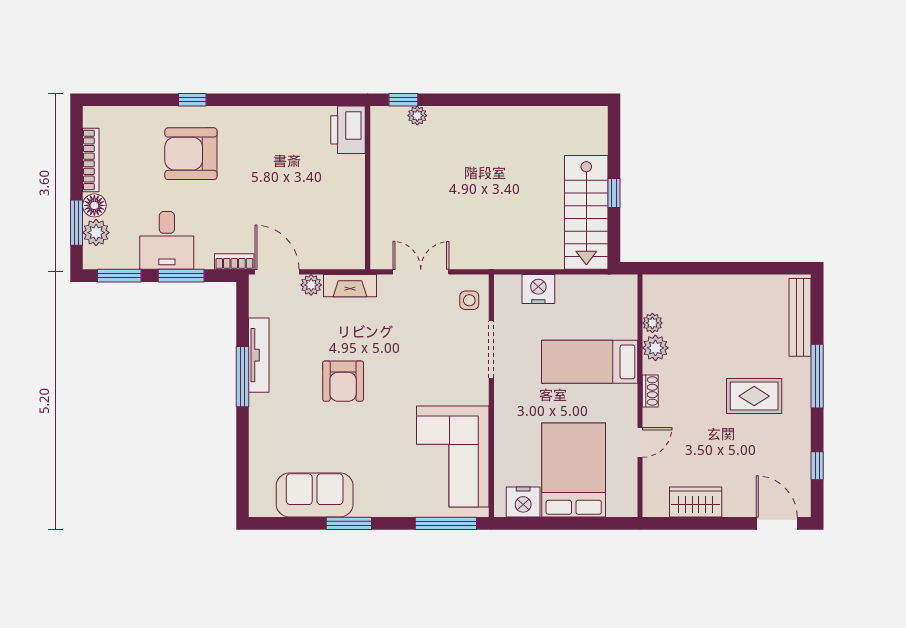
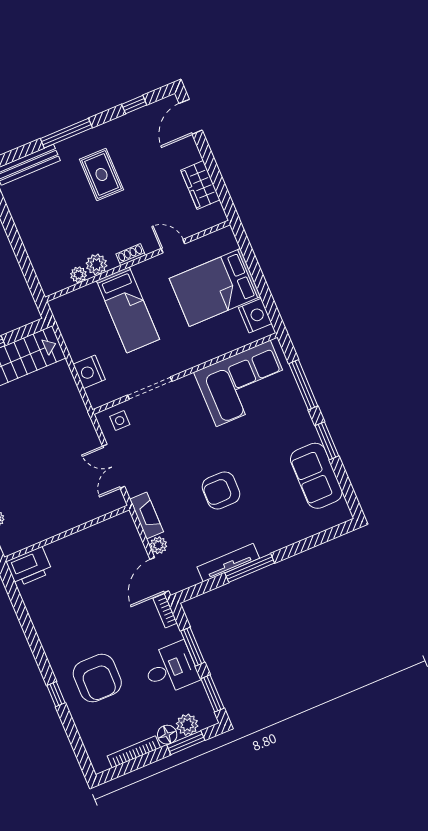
armchair: (343, 381) -> (221, 490), turned 180
window: (446, 523) -> (303, 385), moved

